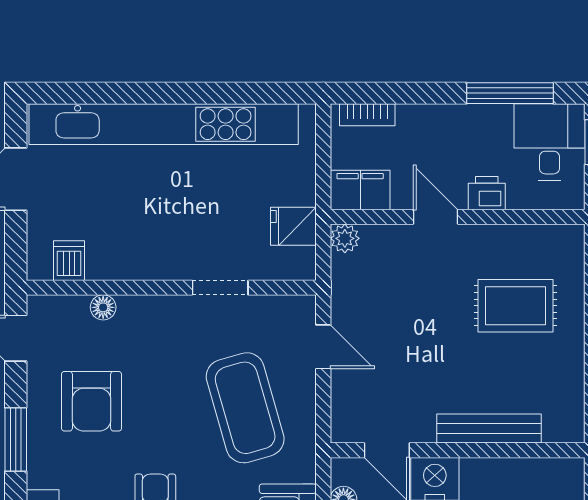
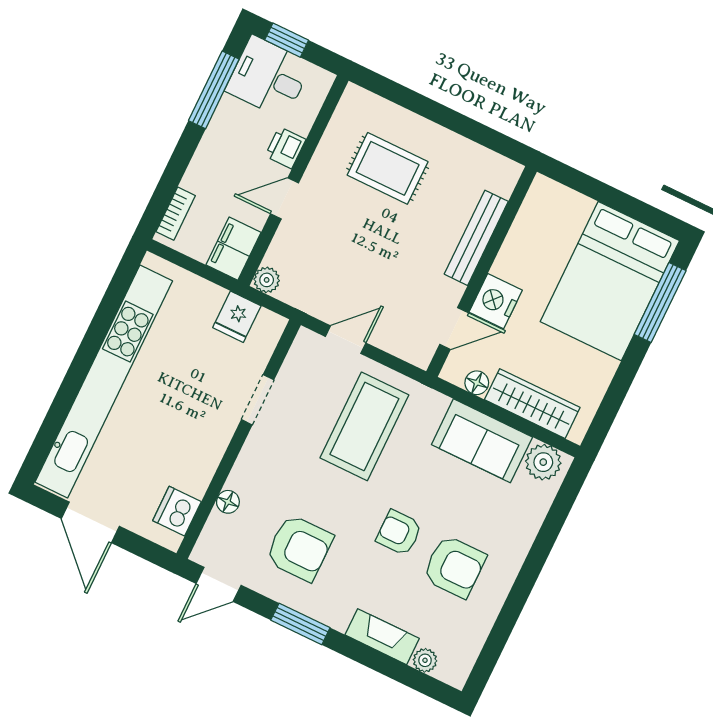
dishwasher: (69, 261) -> (177, 511), width x1.38
rug: (516, 306) -> (388, 168), turned 90
coffee table: (245, 408) -> (364, 426), turned -74

